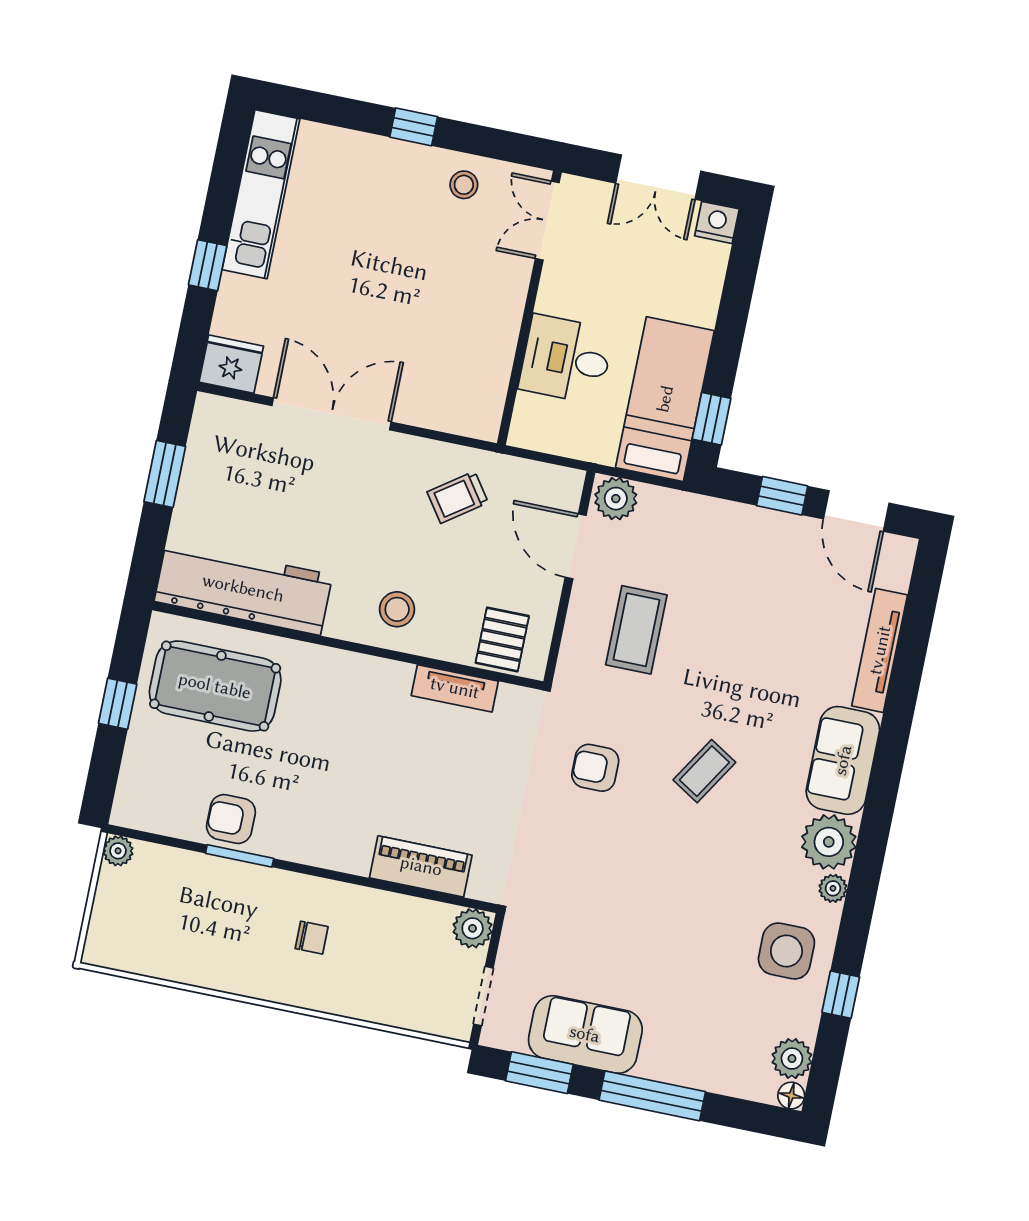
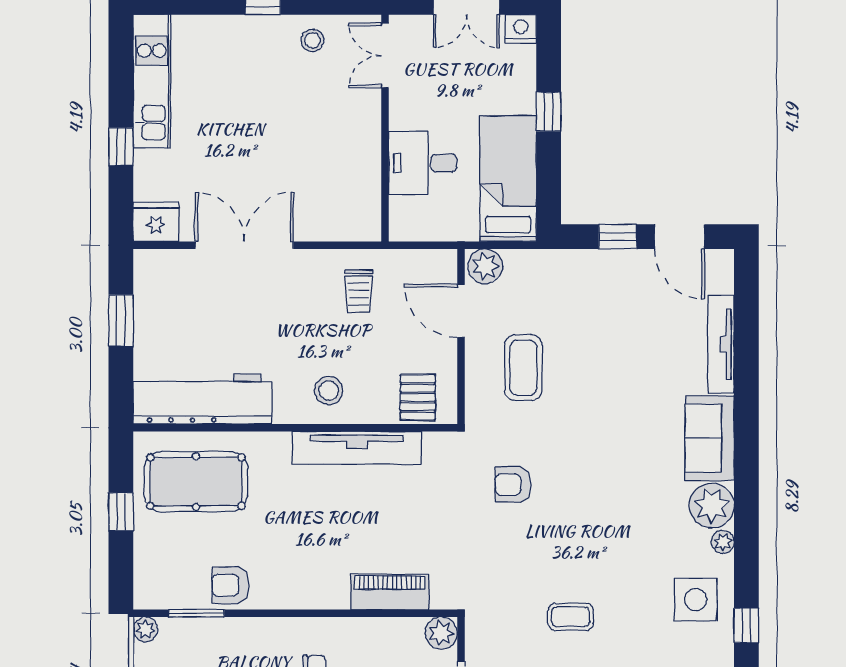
window: (712, 419) -> (549, 112), moved
trolley: (458, 497) -> (359, 291), turned -55
tv unit: (455, 688) -> (357, 448), width x1.92, depth x1.29
coffee table: (704, 771) -> (571, 617), moved, turned 58
window: (240, 856) -> (197, 613), moved

